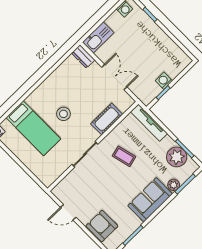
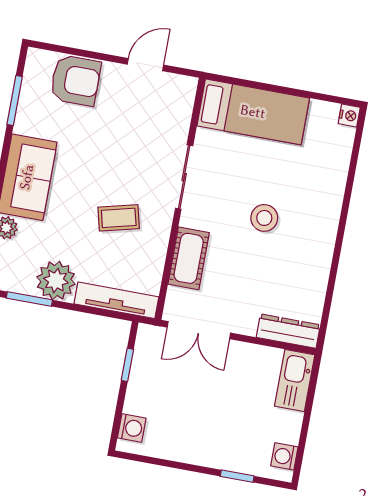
dresser: (83, 56) -> (288, 331), width x1.44
double door: (114, 77) -> (199, 330), moved
washing machine: (164, 81) -> (132, 428), moved
bed: (33, 128) -> (253, 112), moved, turned 180
plant: (177, 157) -> (56, 281), moved

